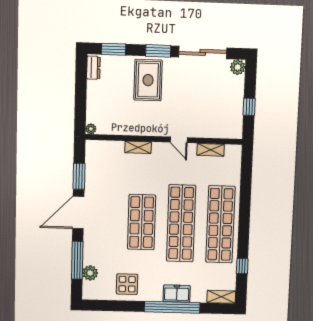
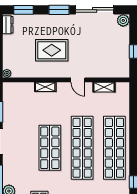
rug: (148, 80) -> (52, 50), moved, turned 90

